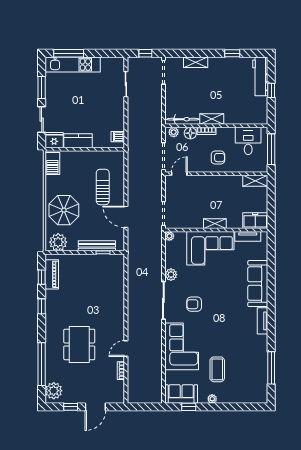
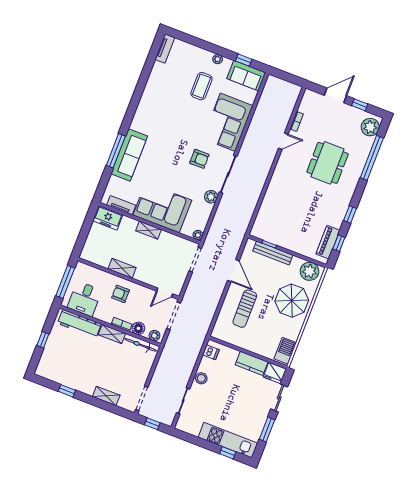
window: (69, 53) -> (228, 453), width x0.46
workbench: (260, 76) -> (79, 324), moved, turned 90
stool: (117, 110) -> (201, 378), added
shelving: (255, 181) -> (122, 268), moved
tv unit: (263, 321) -> (165, 48), moved
window: (271, 368) -> (116, 151), moved

